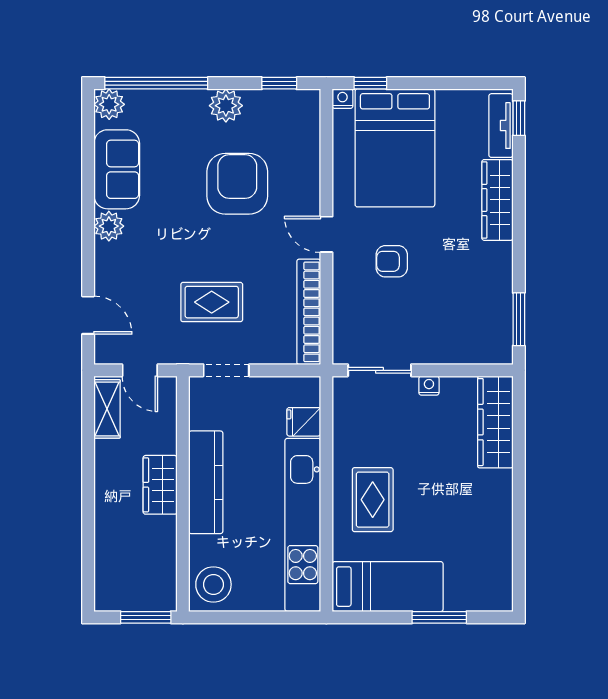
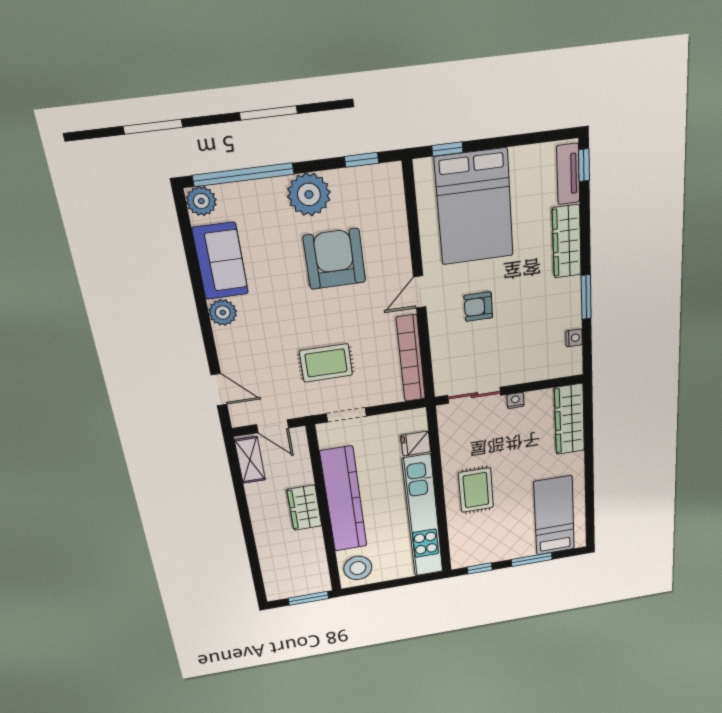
nightstand: (342, 99) -> (574, 338), moved, turned 90
plant: (226, 106) -> (309, 194), width x1.36, depth x1.36
door: (326, 234) -> (420, 292), hinge flipped
window: (519, 319) -> (586, 297), moved
kitchen counter: (206, 482) -> (344, 499), width x1.39, depth x1.17
bed: (388, 587) -> (554, 516), moved, turned -90
window: (370, 617) -> (480, 568), added

